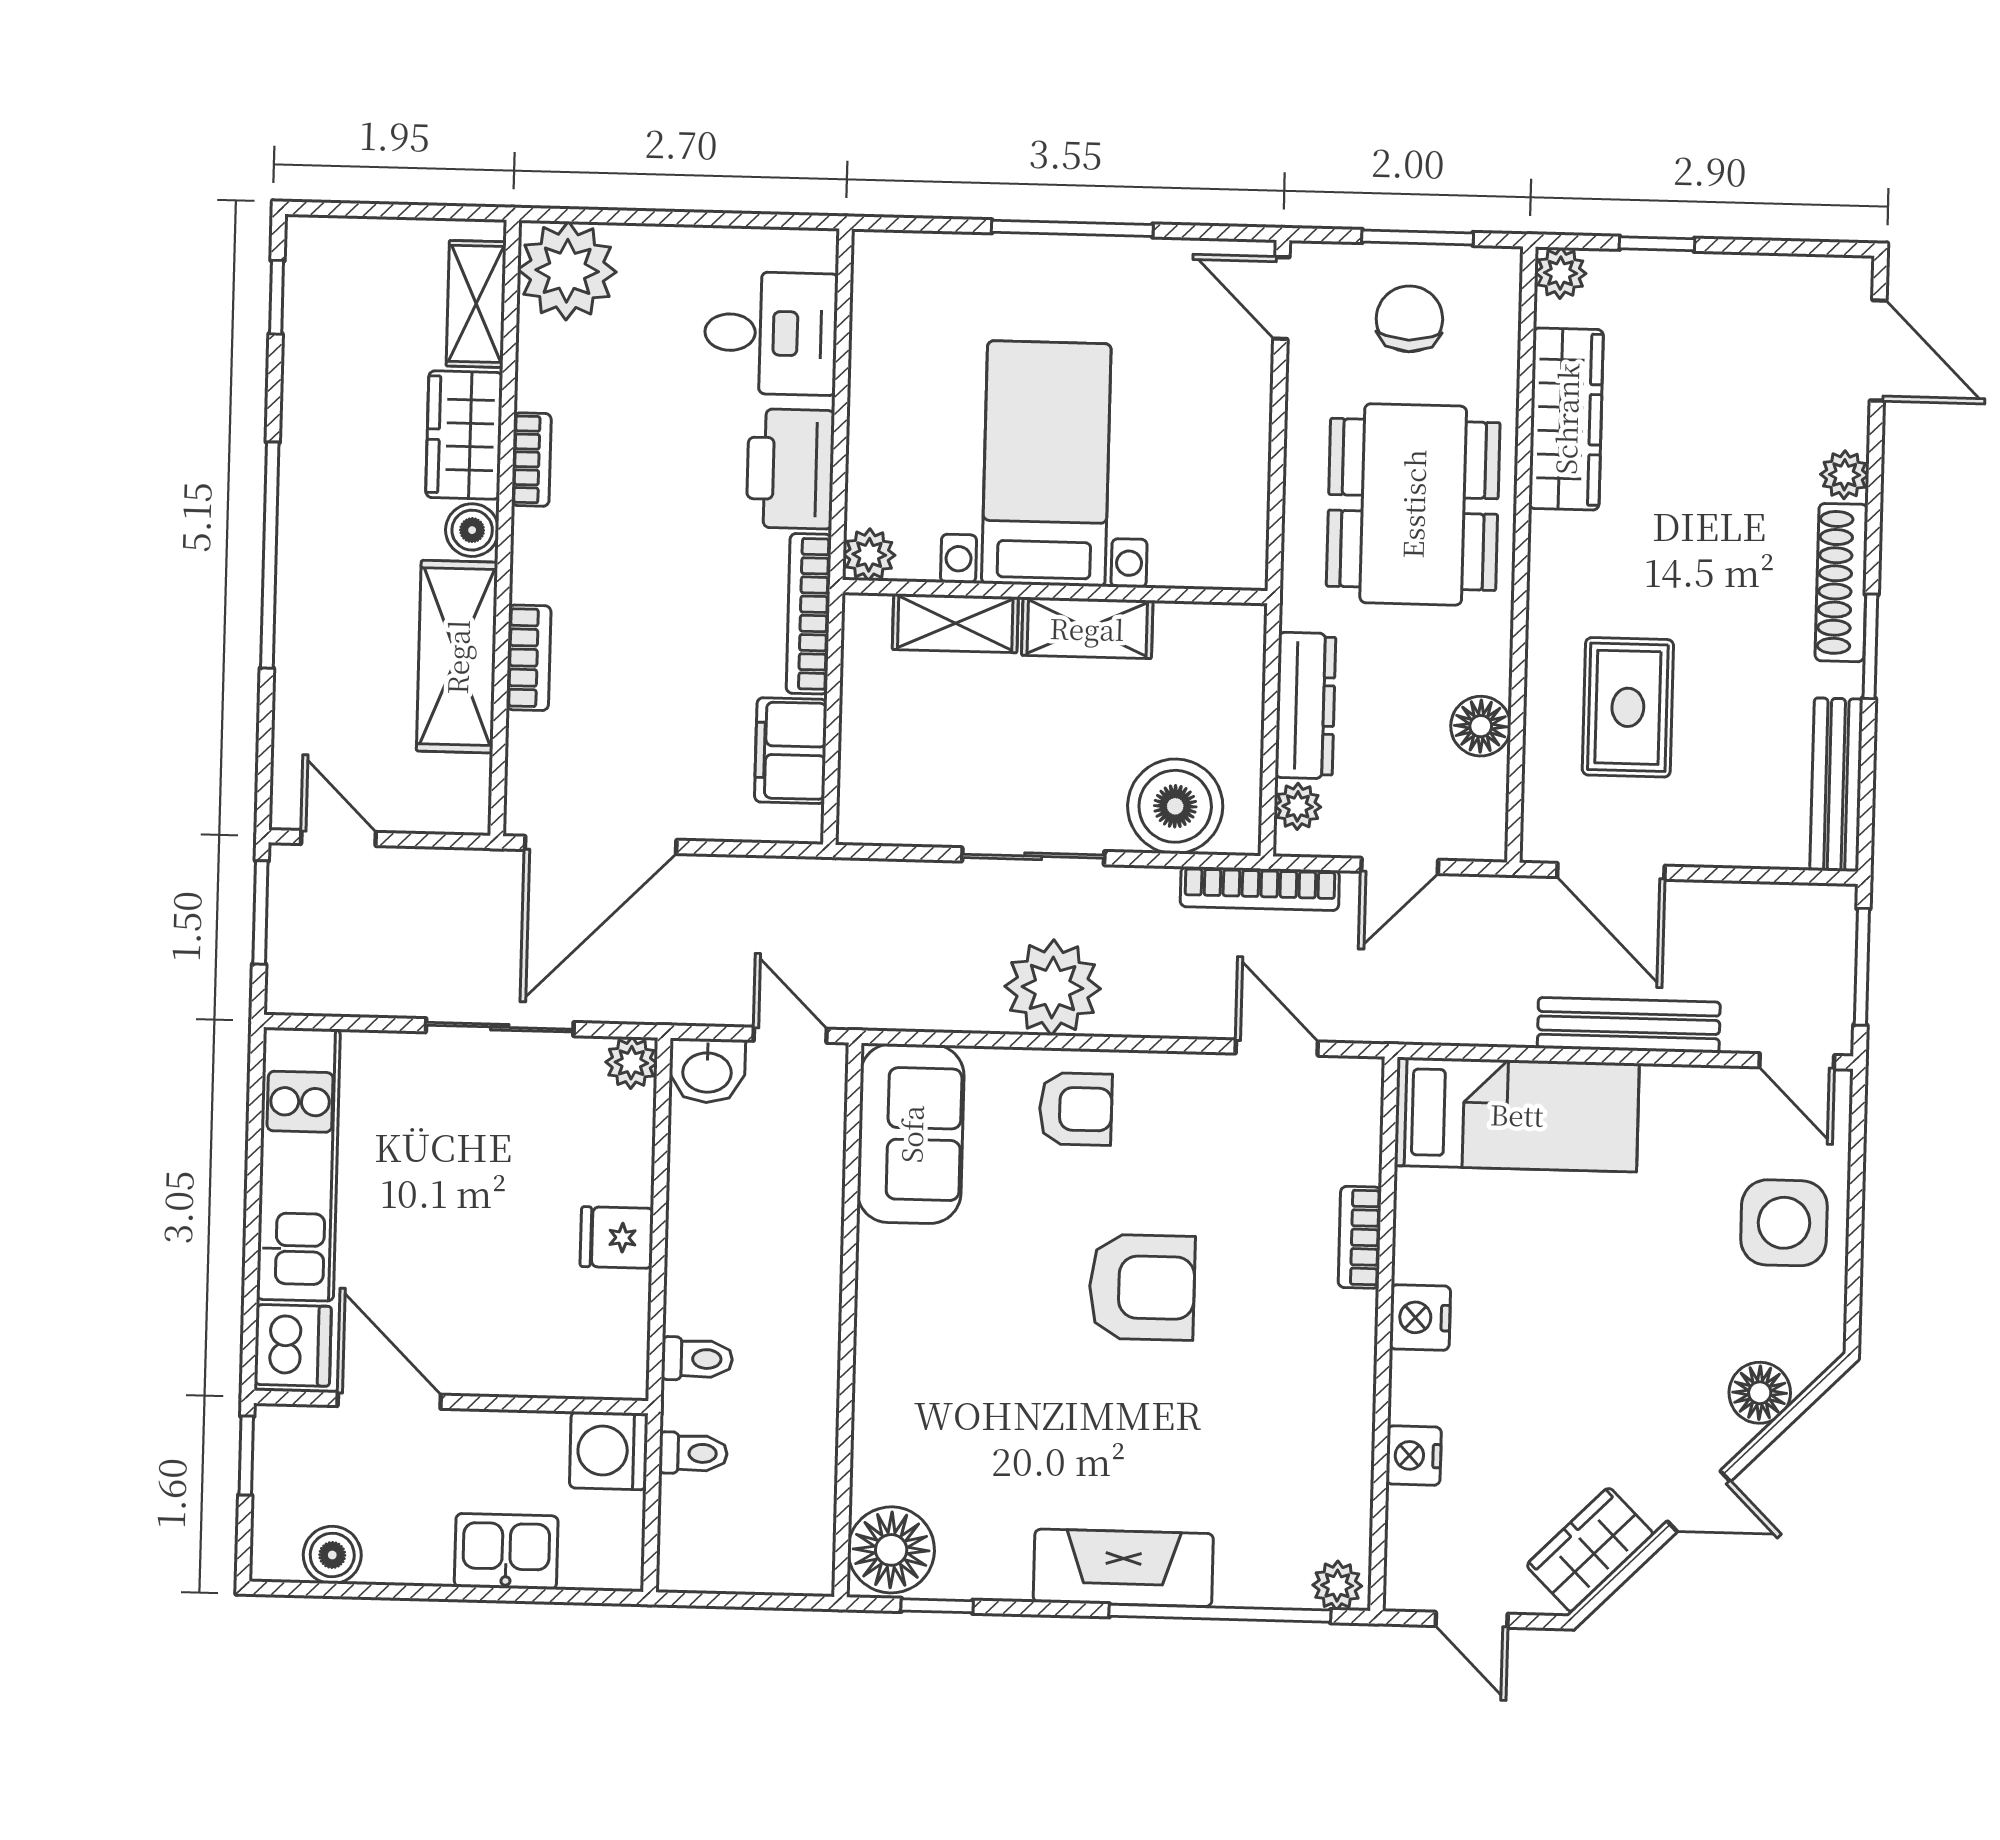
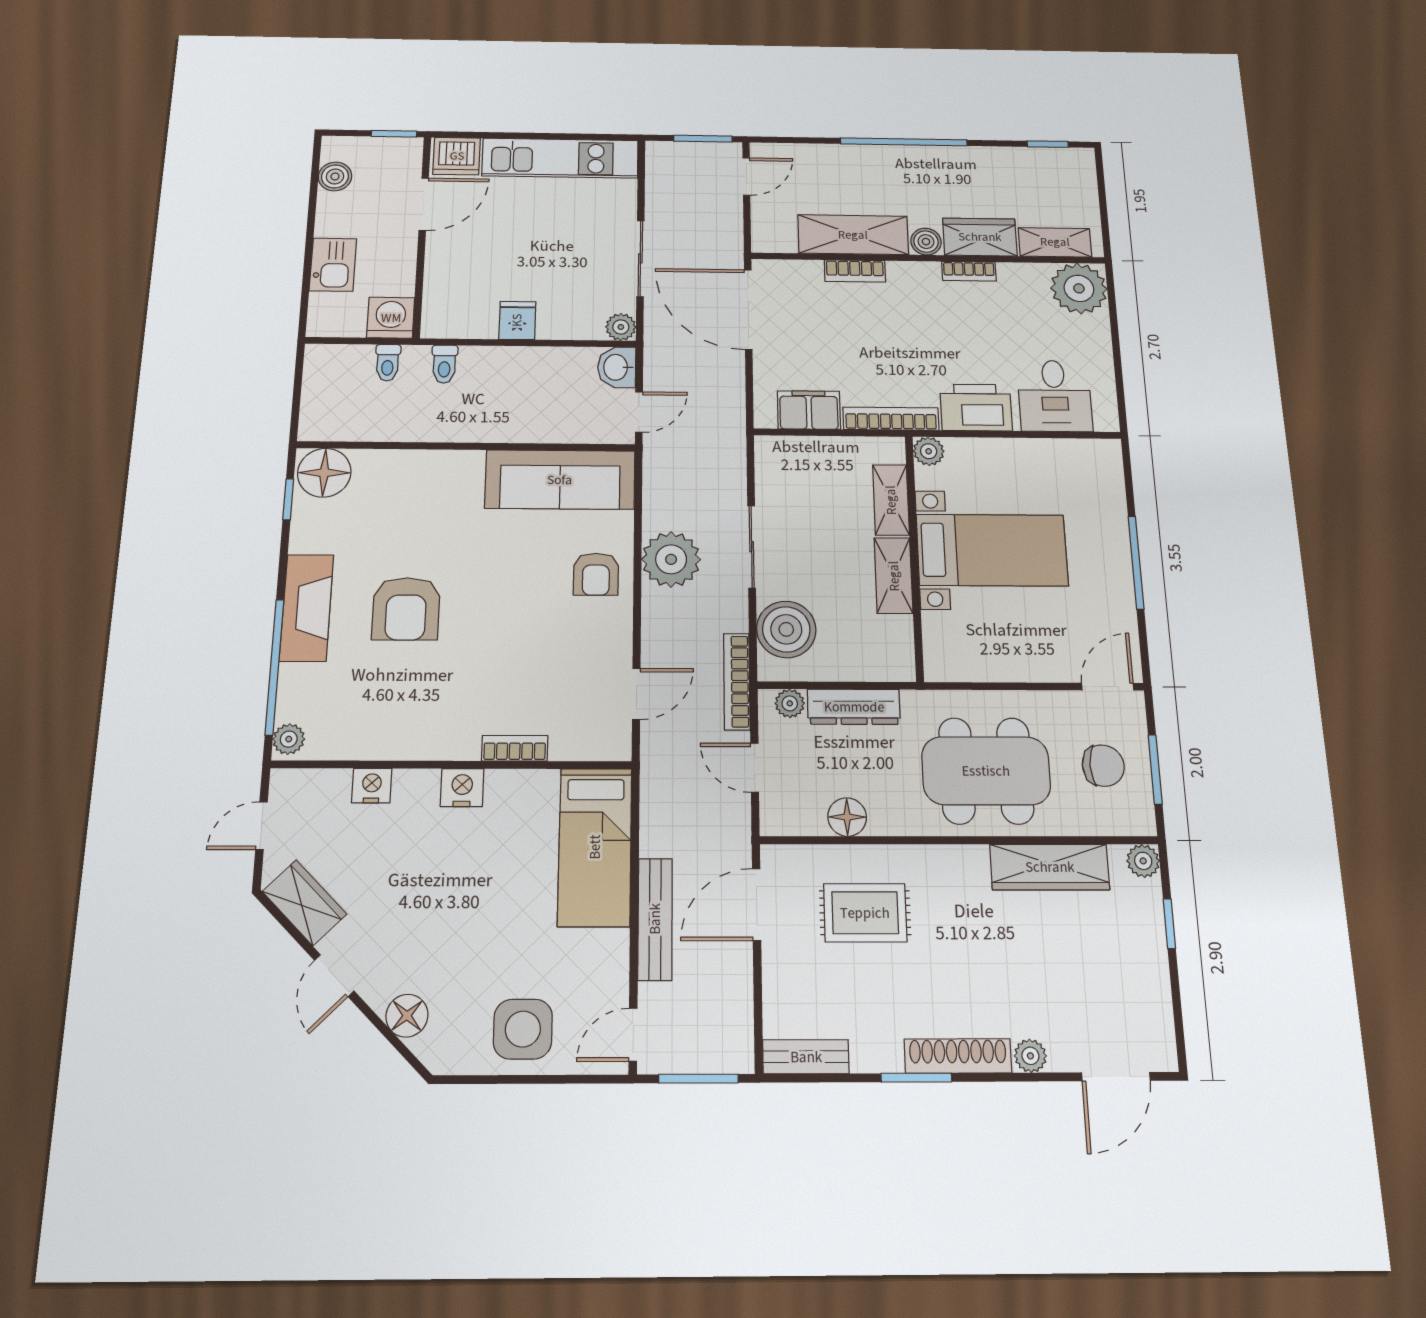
bench: (1836, 785) -> (806, 1057), width x0.73
sofa: (911, 1134) -> (560, 480), width x1.36
armchair: (1142, 1287) -> (406, 609), moved

